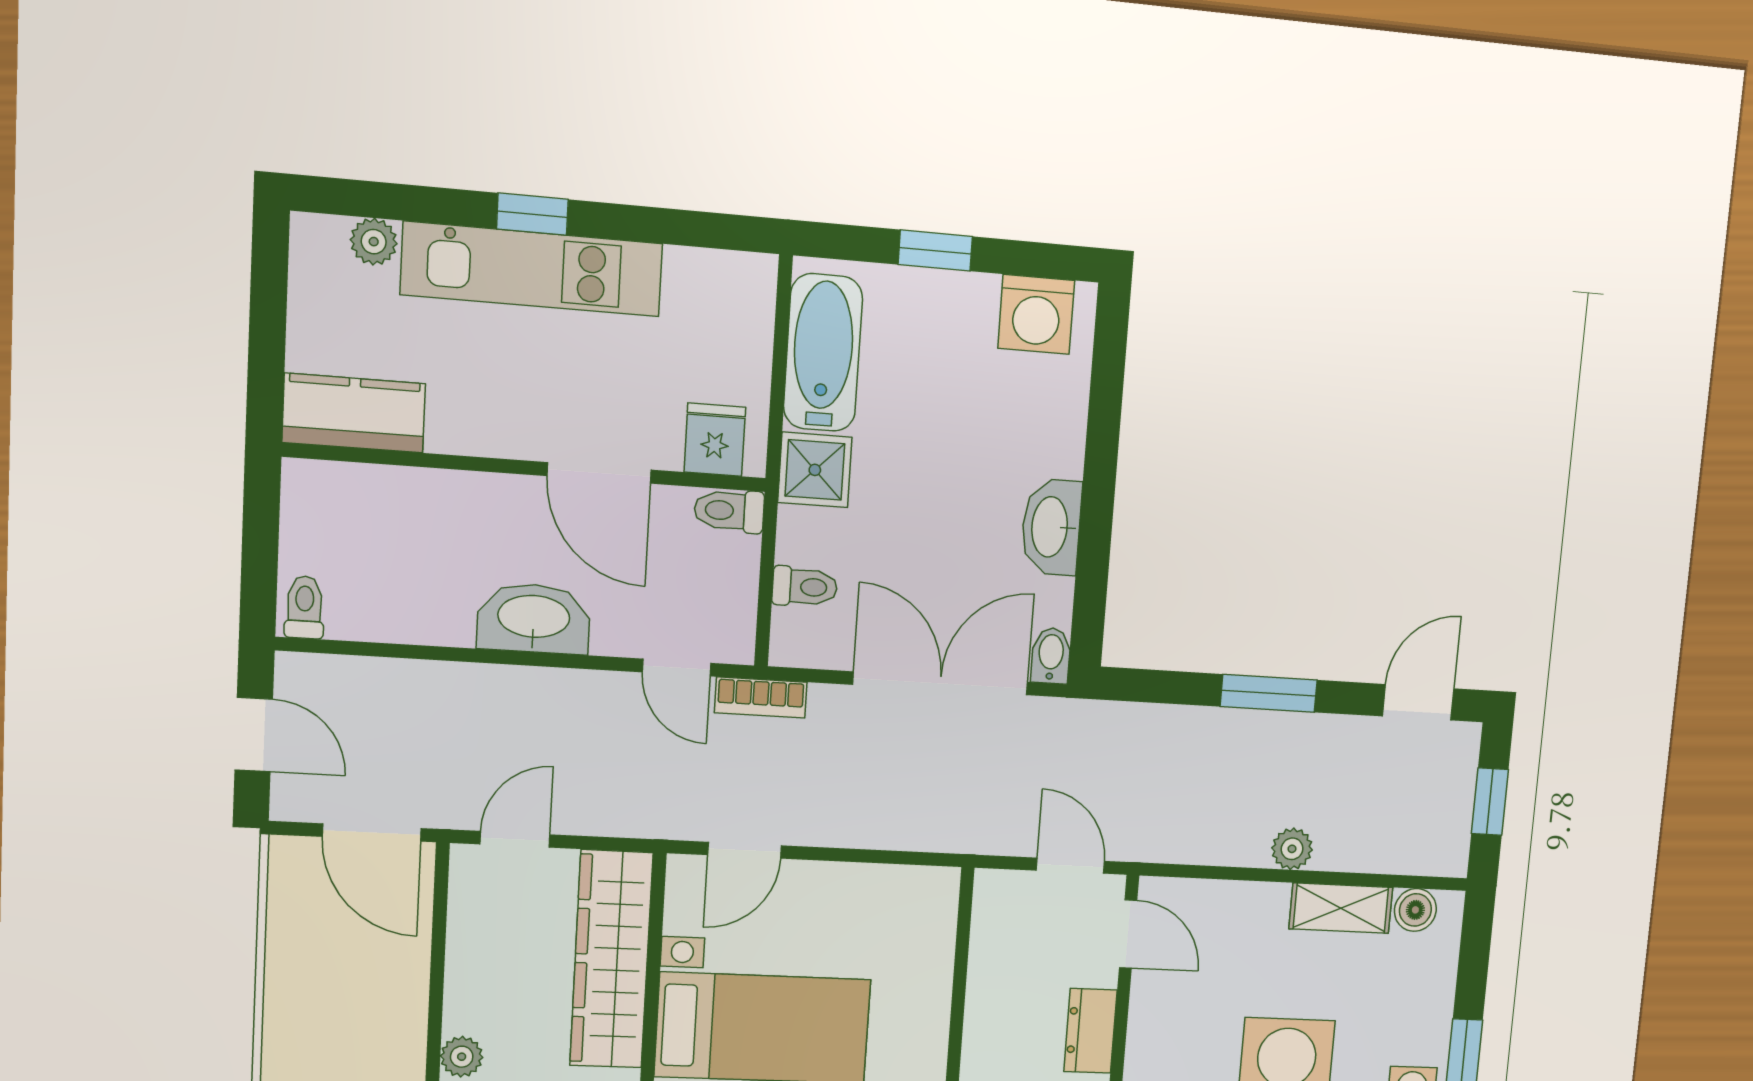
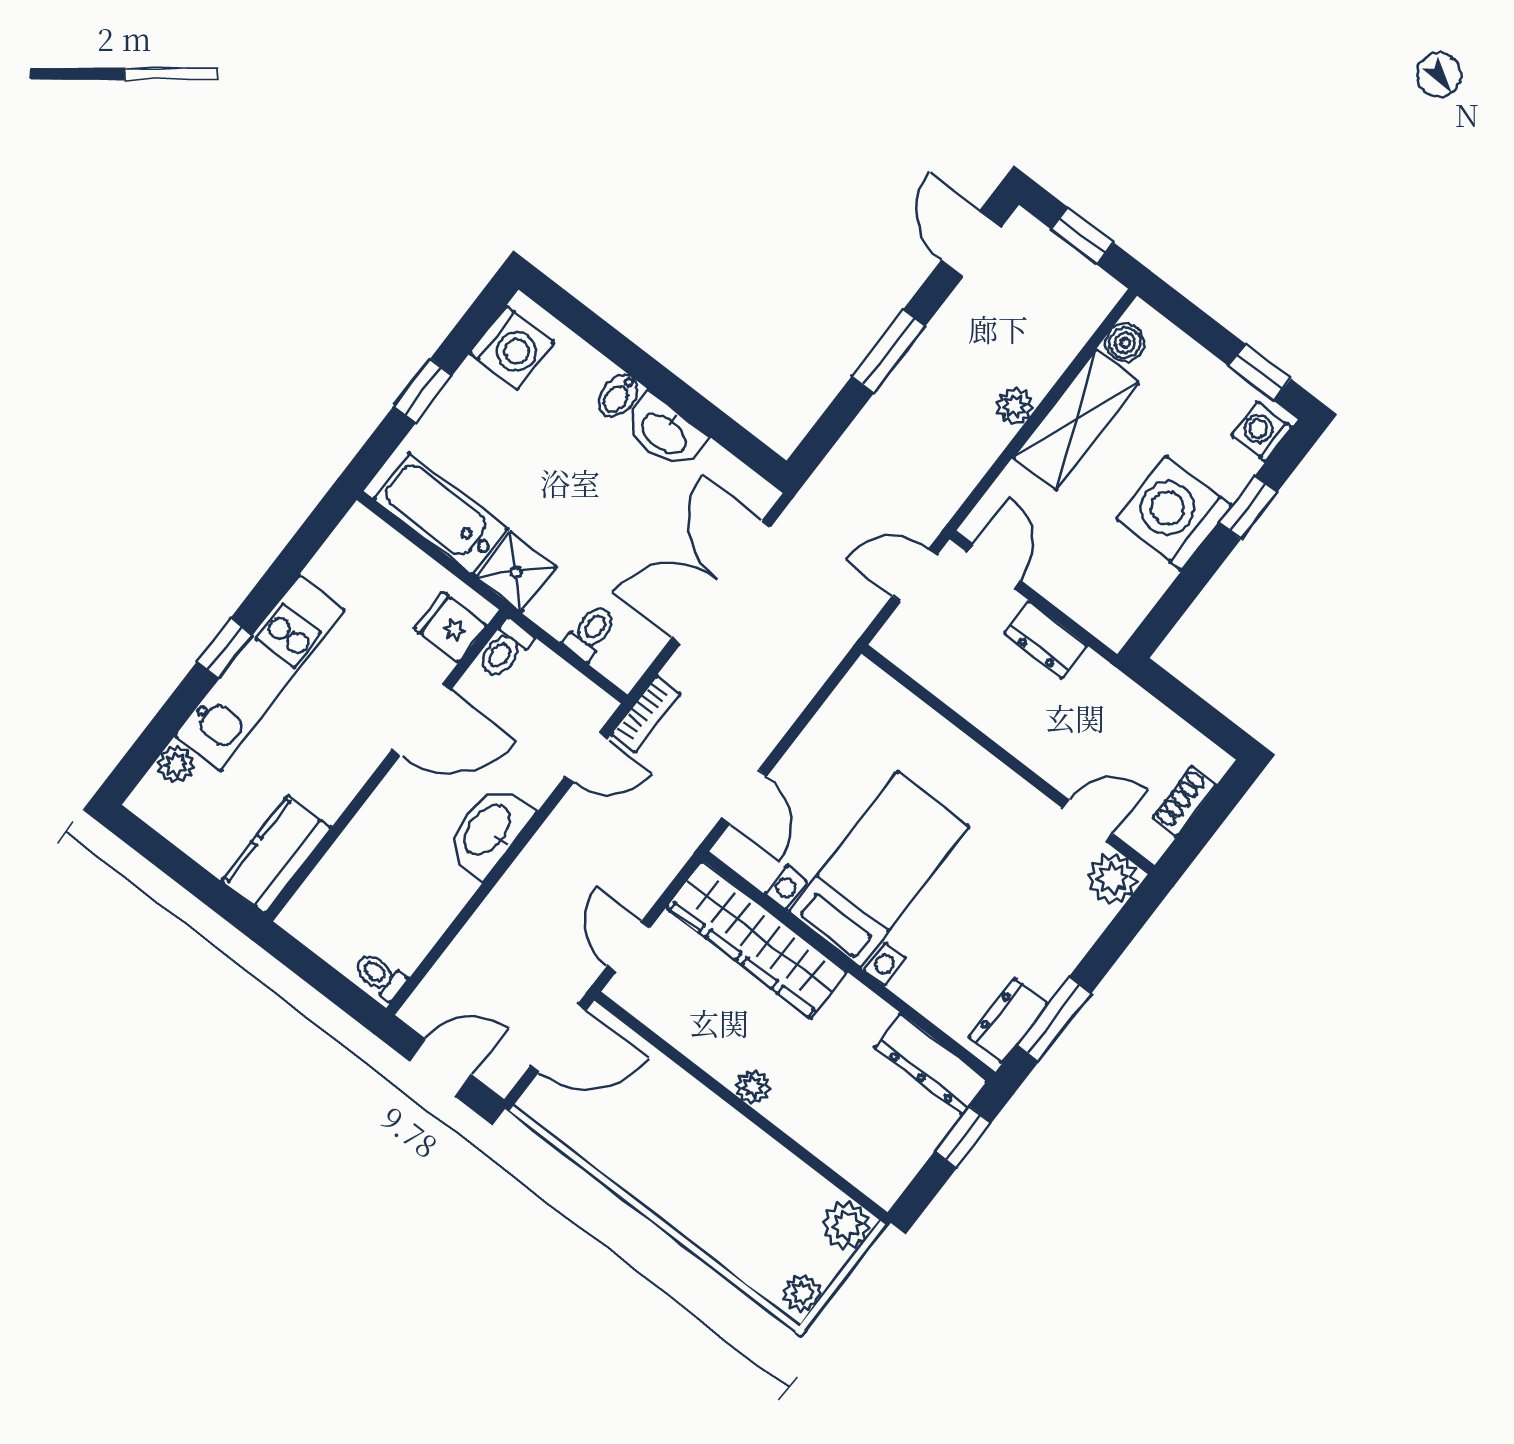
bidet: (1051, 656) -> (618, 396), moved, turned -90
shelving: (1341, 908) -> (1076, 420), width x1.50, depth x1.33
door: (1128, 934) -> (994, 566), hinge flipped

